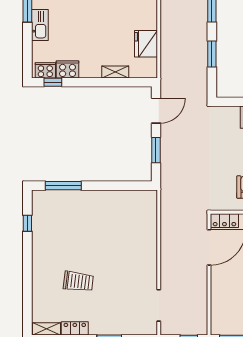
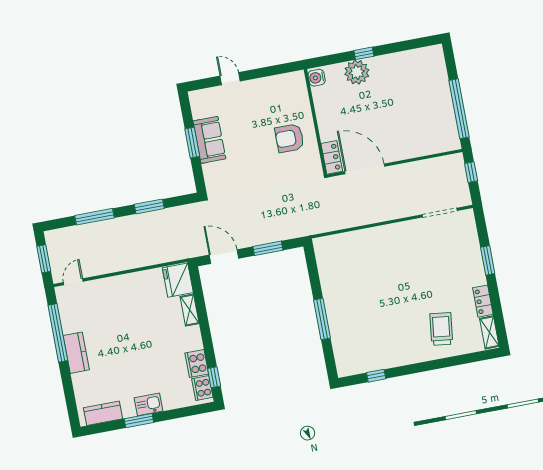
kitchen sink: (40, 25) -> (148, 404), width x0.73
fridge: (146, 44) -> (178, 280), moved, turned 90
window: (63, 186) -> (322, 319), moved
trolley: (78, 281) -> (441, 329), moved

